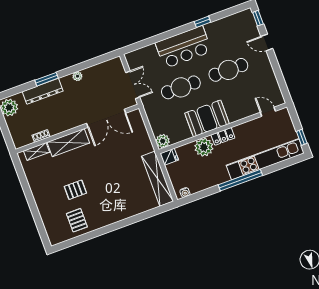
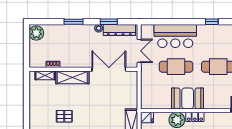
bar counter: (183, 47) -> (175, 36), moved
window: (86, 65) -> (109, 22), added
dresser: (43, 91) -> (119, 30), moved
double door: (106, 118) -> (109, 69), swing flipped
plant: (163, 141) -> (146, 103), removed

